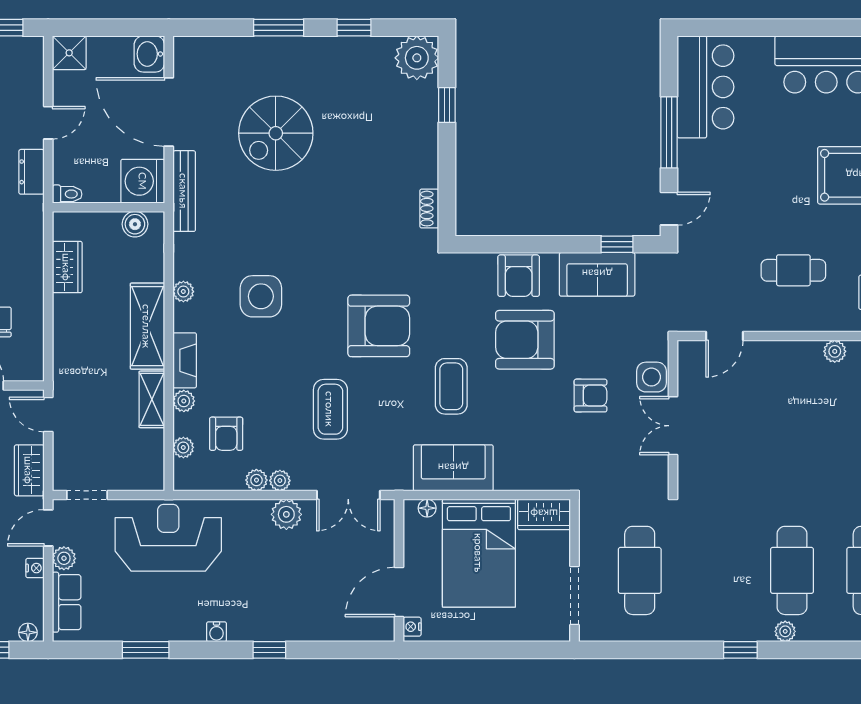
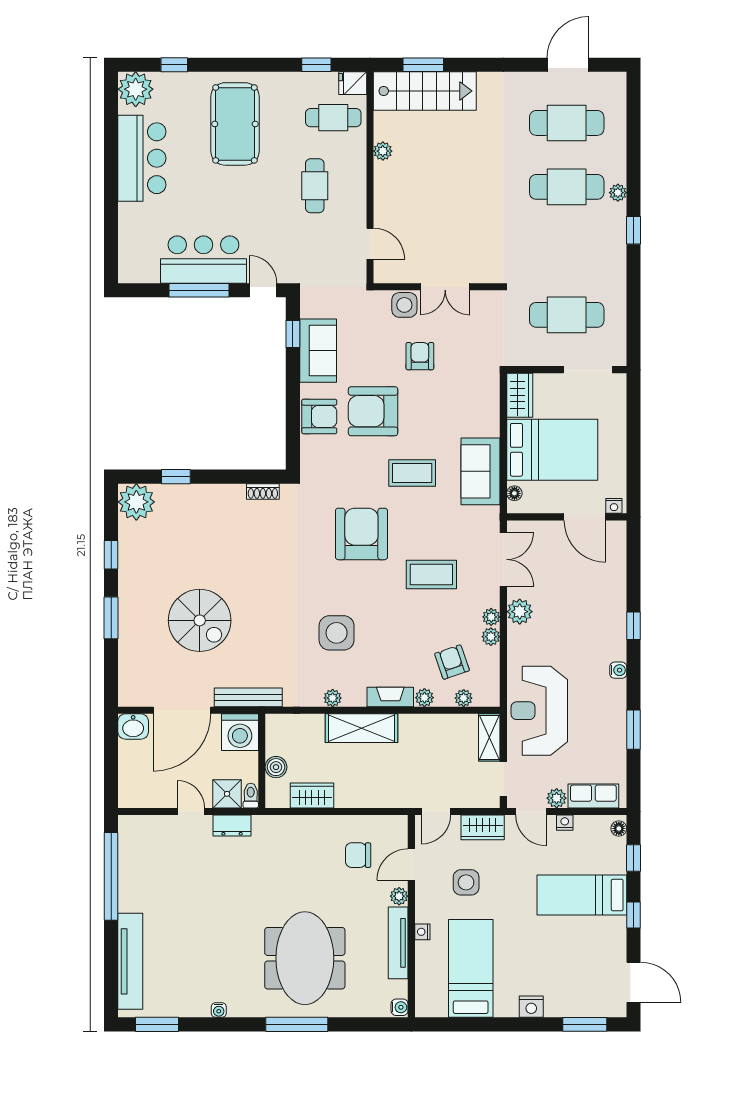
shower: (69, 53) -> (227, 794), moved
bar counter: (706, 87) -> (203, 260), moved
boiler: (135, 224) -> (276, 767), moved
armchair: (525, 340) -> (373, 411), turned 90
shelving: (152, 399) -> (489, 737), moved, turned 90
armchair: (226, 434) -> (452, 662), turned -109

